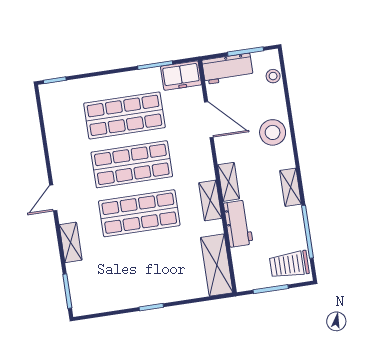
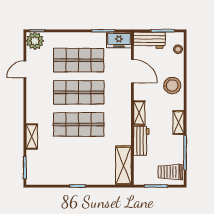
plant: (53, 96) -> (35, 41), added
door: (53, 198) -> (25, 69), moved
shelving: (210, 201) -> (126, 123), removed

